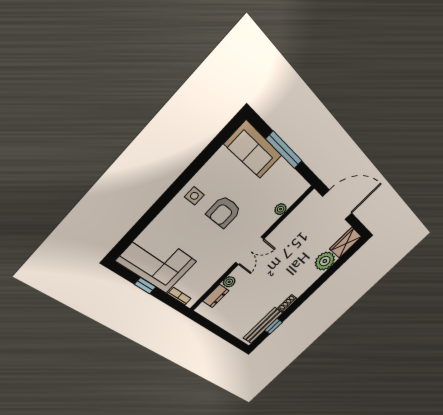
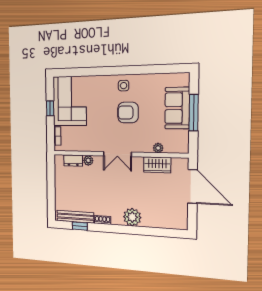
sofa: (253, 150) -> (177, 108), moved
wardrobe: (346, 243) -> (157, 165), moved, turned 180
plant: (325, 261) -> (132, 217), moved

